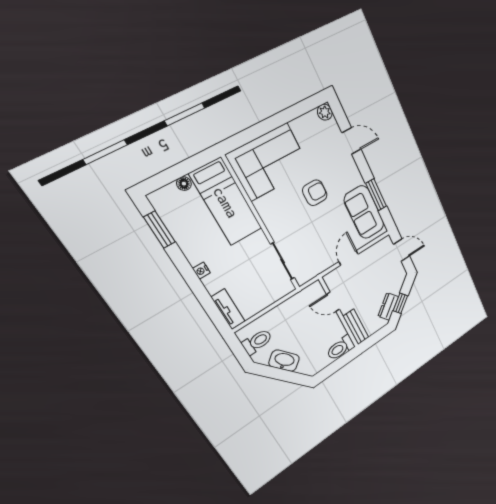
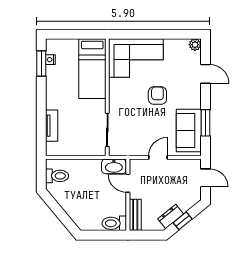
floor lamp: (184, 184) -> (73, 43), removed
armchair: (315, 193) -> (157, 96), turned -90
nightstand: (201, 271) -> (50, 60), moved
tv unit: (228, 309) -> (52, 126), moved
washbasin: (284, 361) -> (114, 166), moved, turned 130

